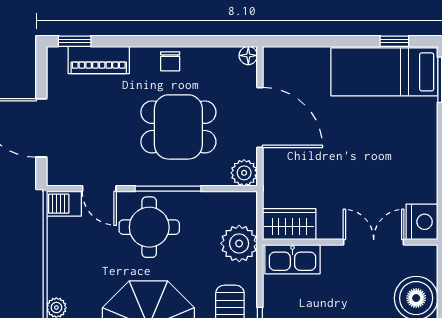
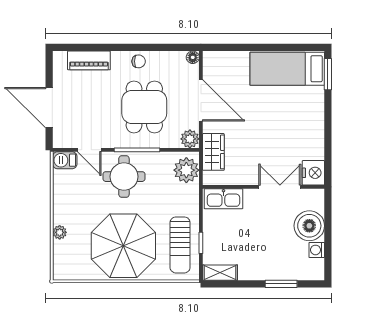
window: (75, 41) -> (72, 47), removed
window: (394, 41) -> (294, 47), removed
chair: (170, 61) -> (139, 61), turned -90
dining table: (178, 127) -> (144, 107), turned 90
wardrobe: (289, 224) -> (213, 152), moved, turned 90
plant: (239, 243) -> (186, 170), moved

